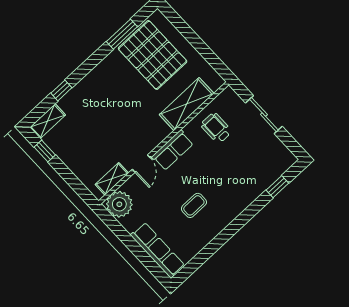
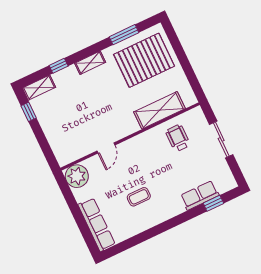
pallet: (153, 55) -> (144, 60), turned 90
row of seats: (173, 150) -> (200, 195), moved, turned 180
shelving: (112, 179) -> (90, 63), moved

